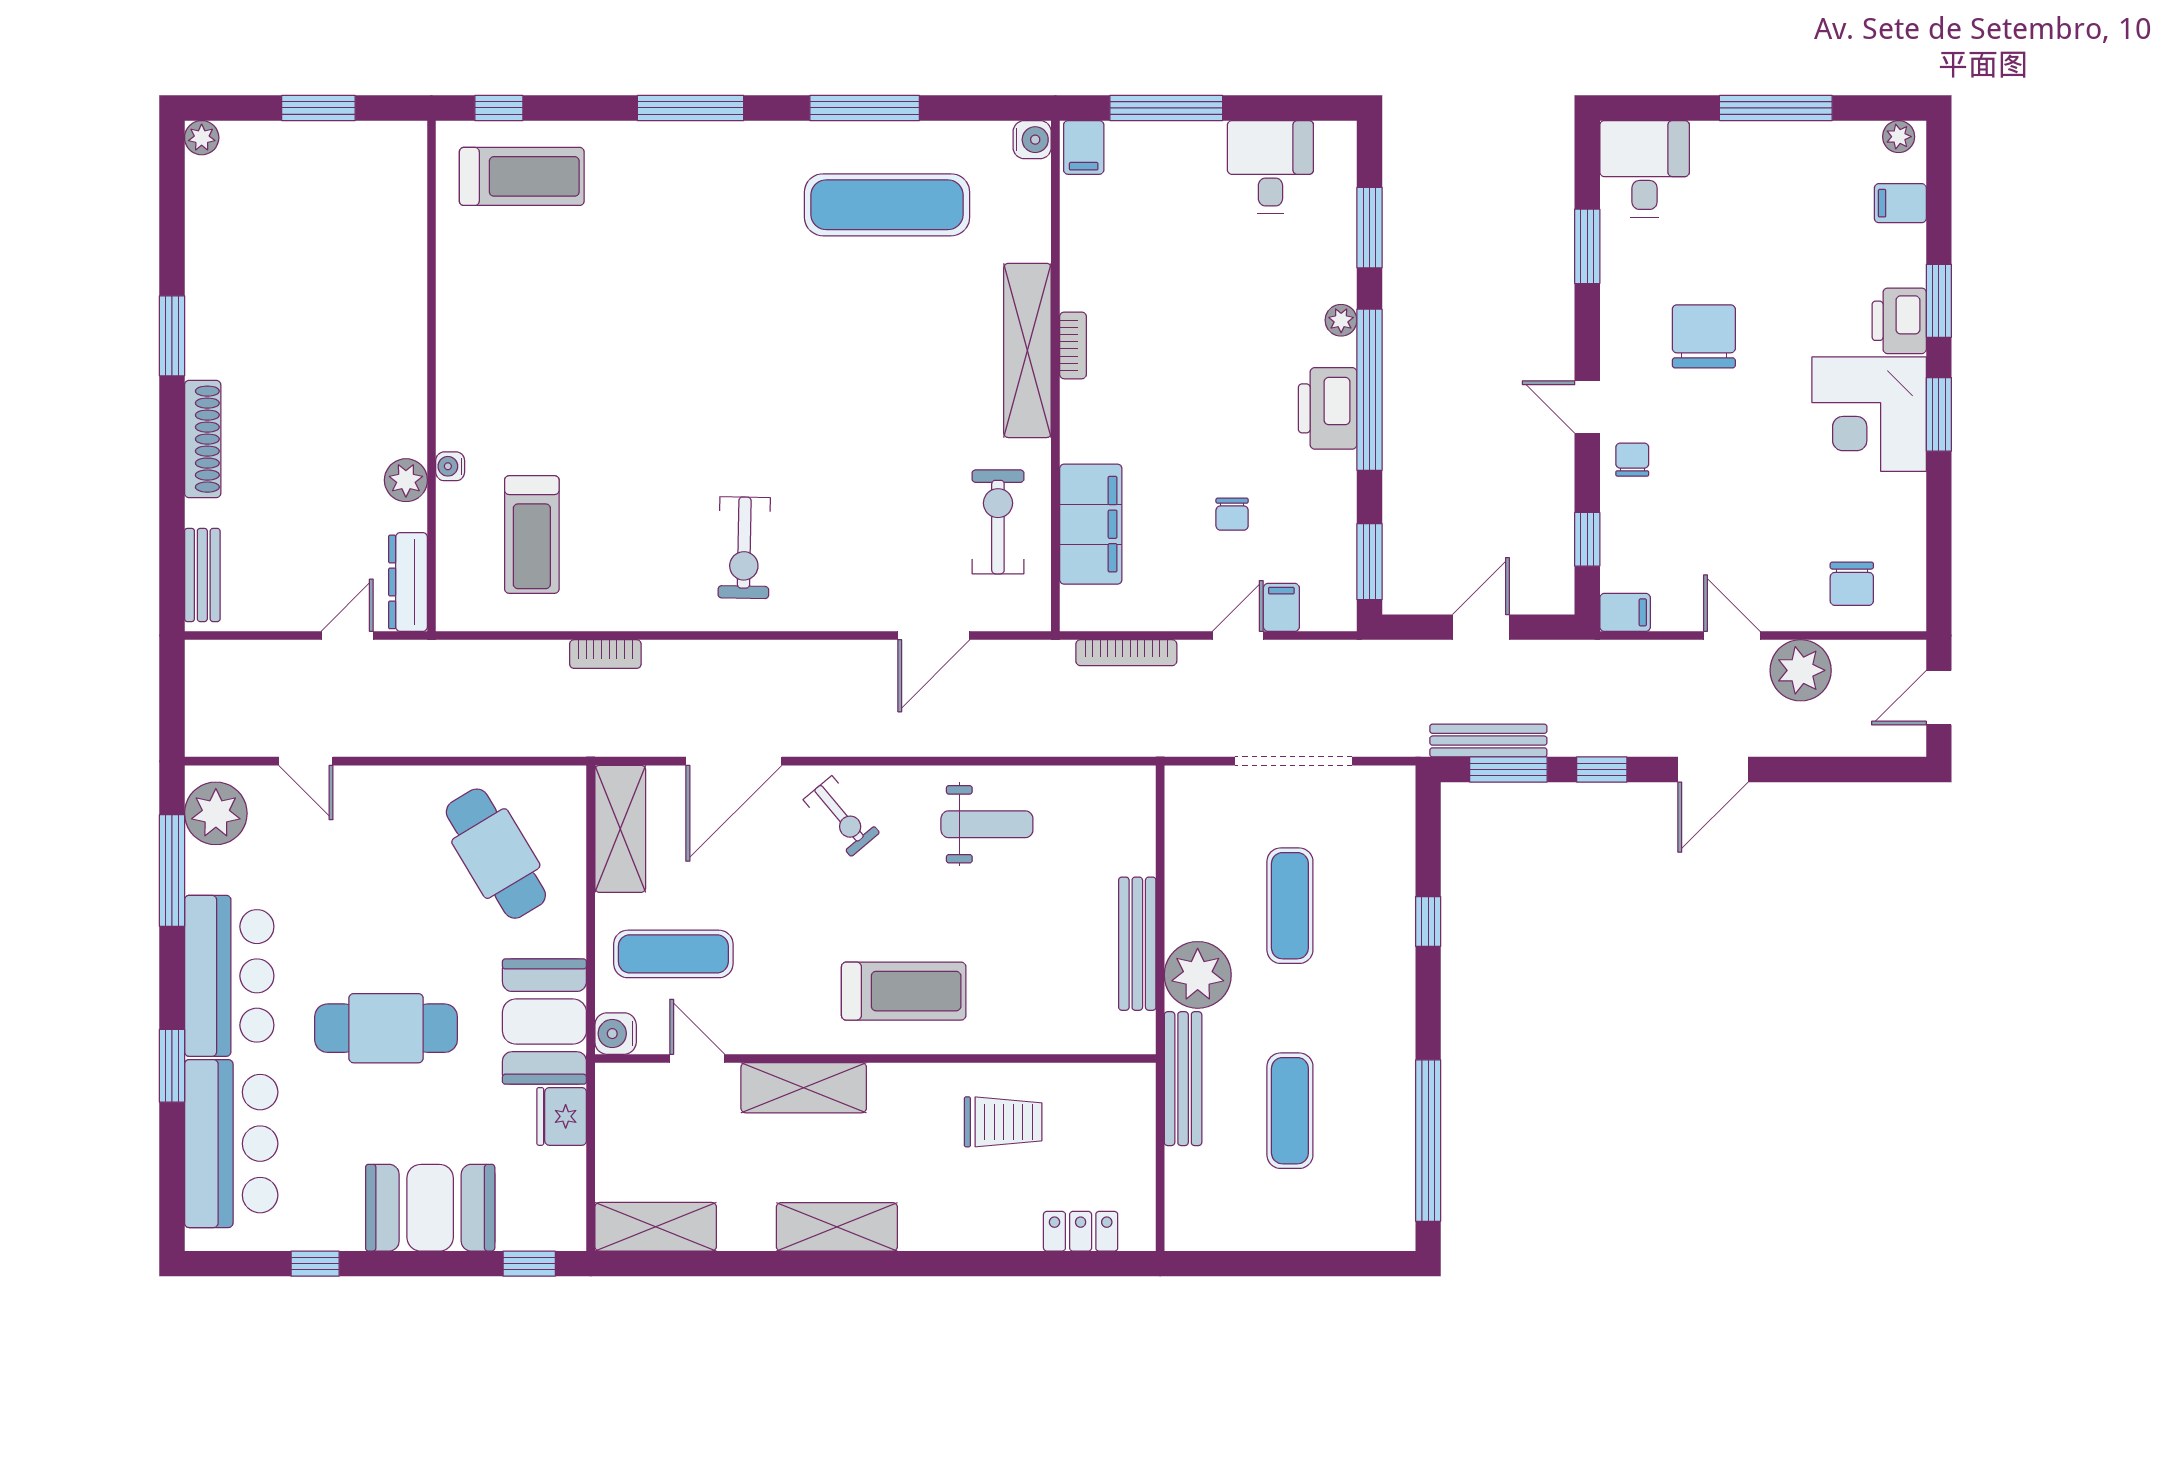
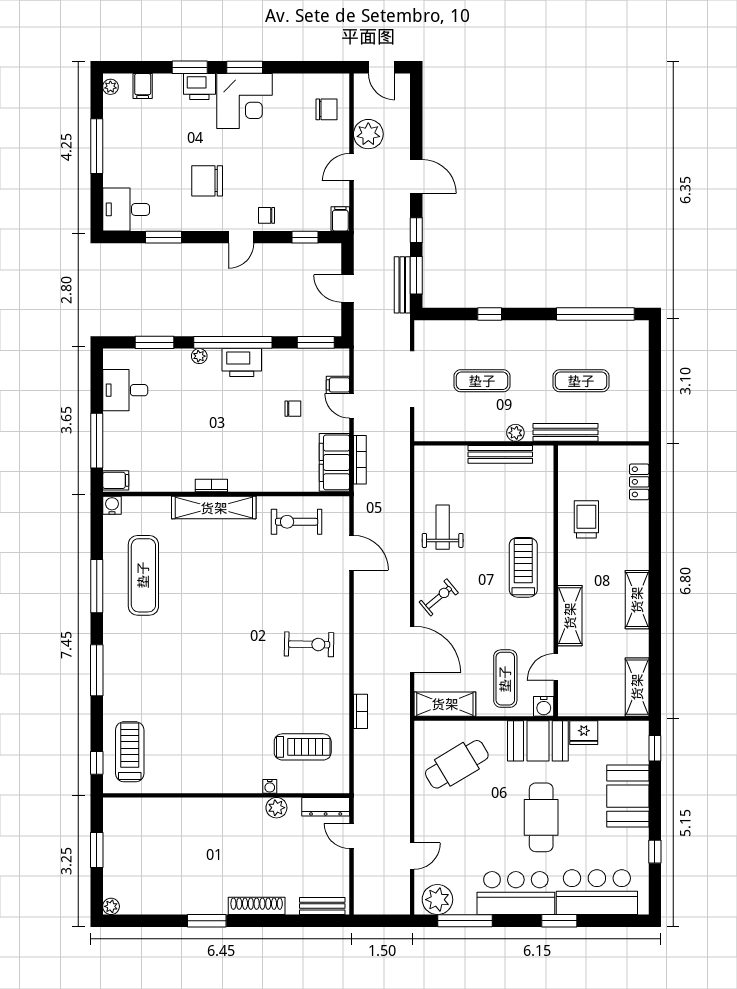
filing cabinet: (1091, 524) -> (334, 462), moved, turned -90
plant: (1198, 975) -> (515, 433), width x0.53, depth x0.53

